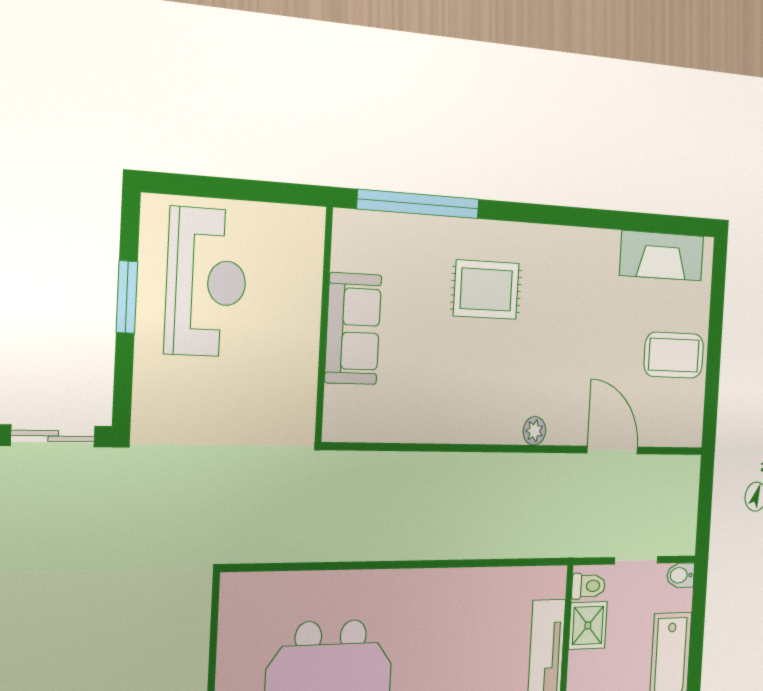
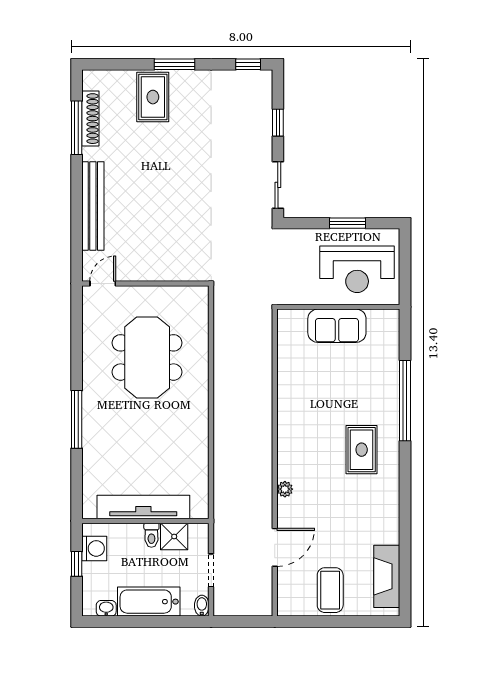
wall: (324, 325) -> (338, 307), moved
sofa: (353, 329) -> (337, 326), moved
toilet: (588, 586) -> (151, 535), moved

